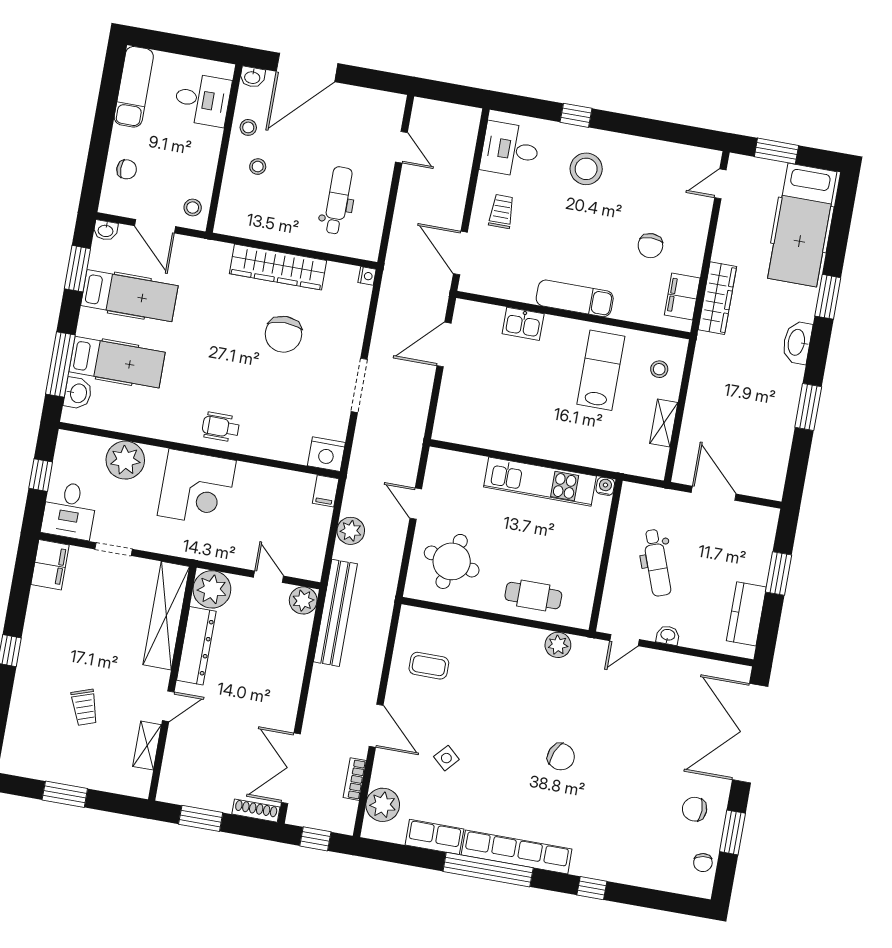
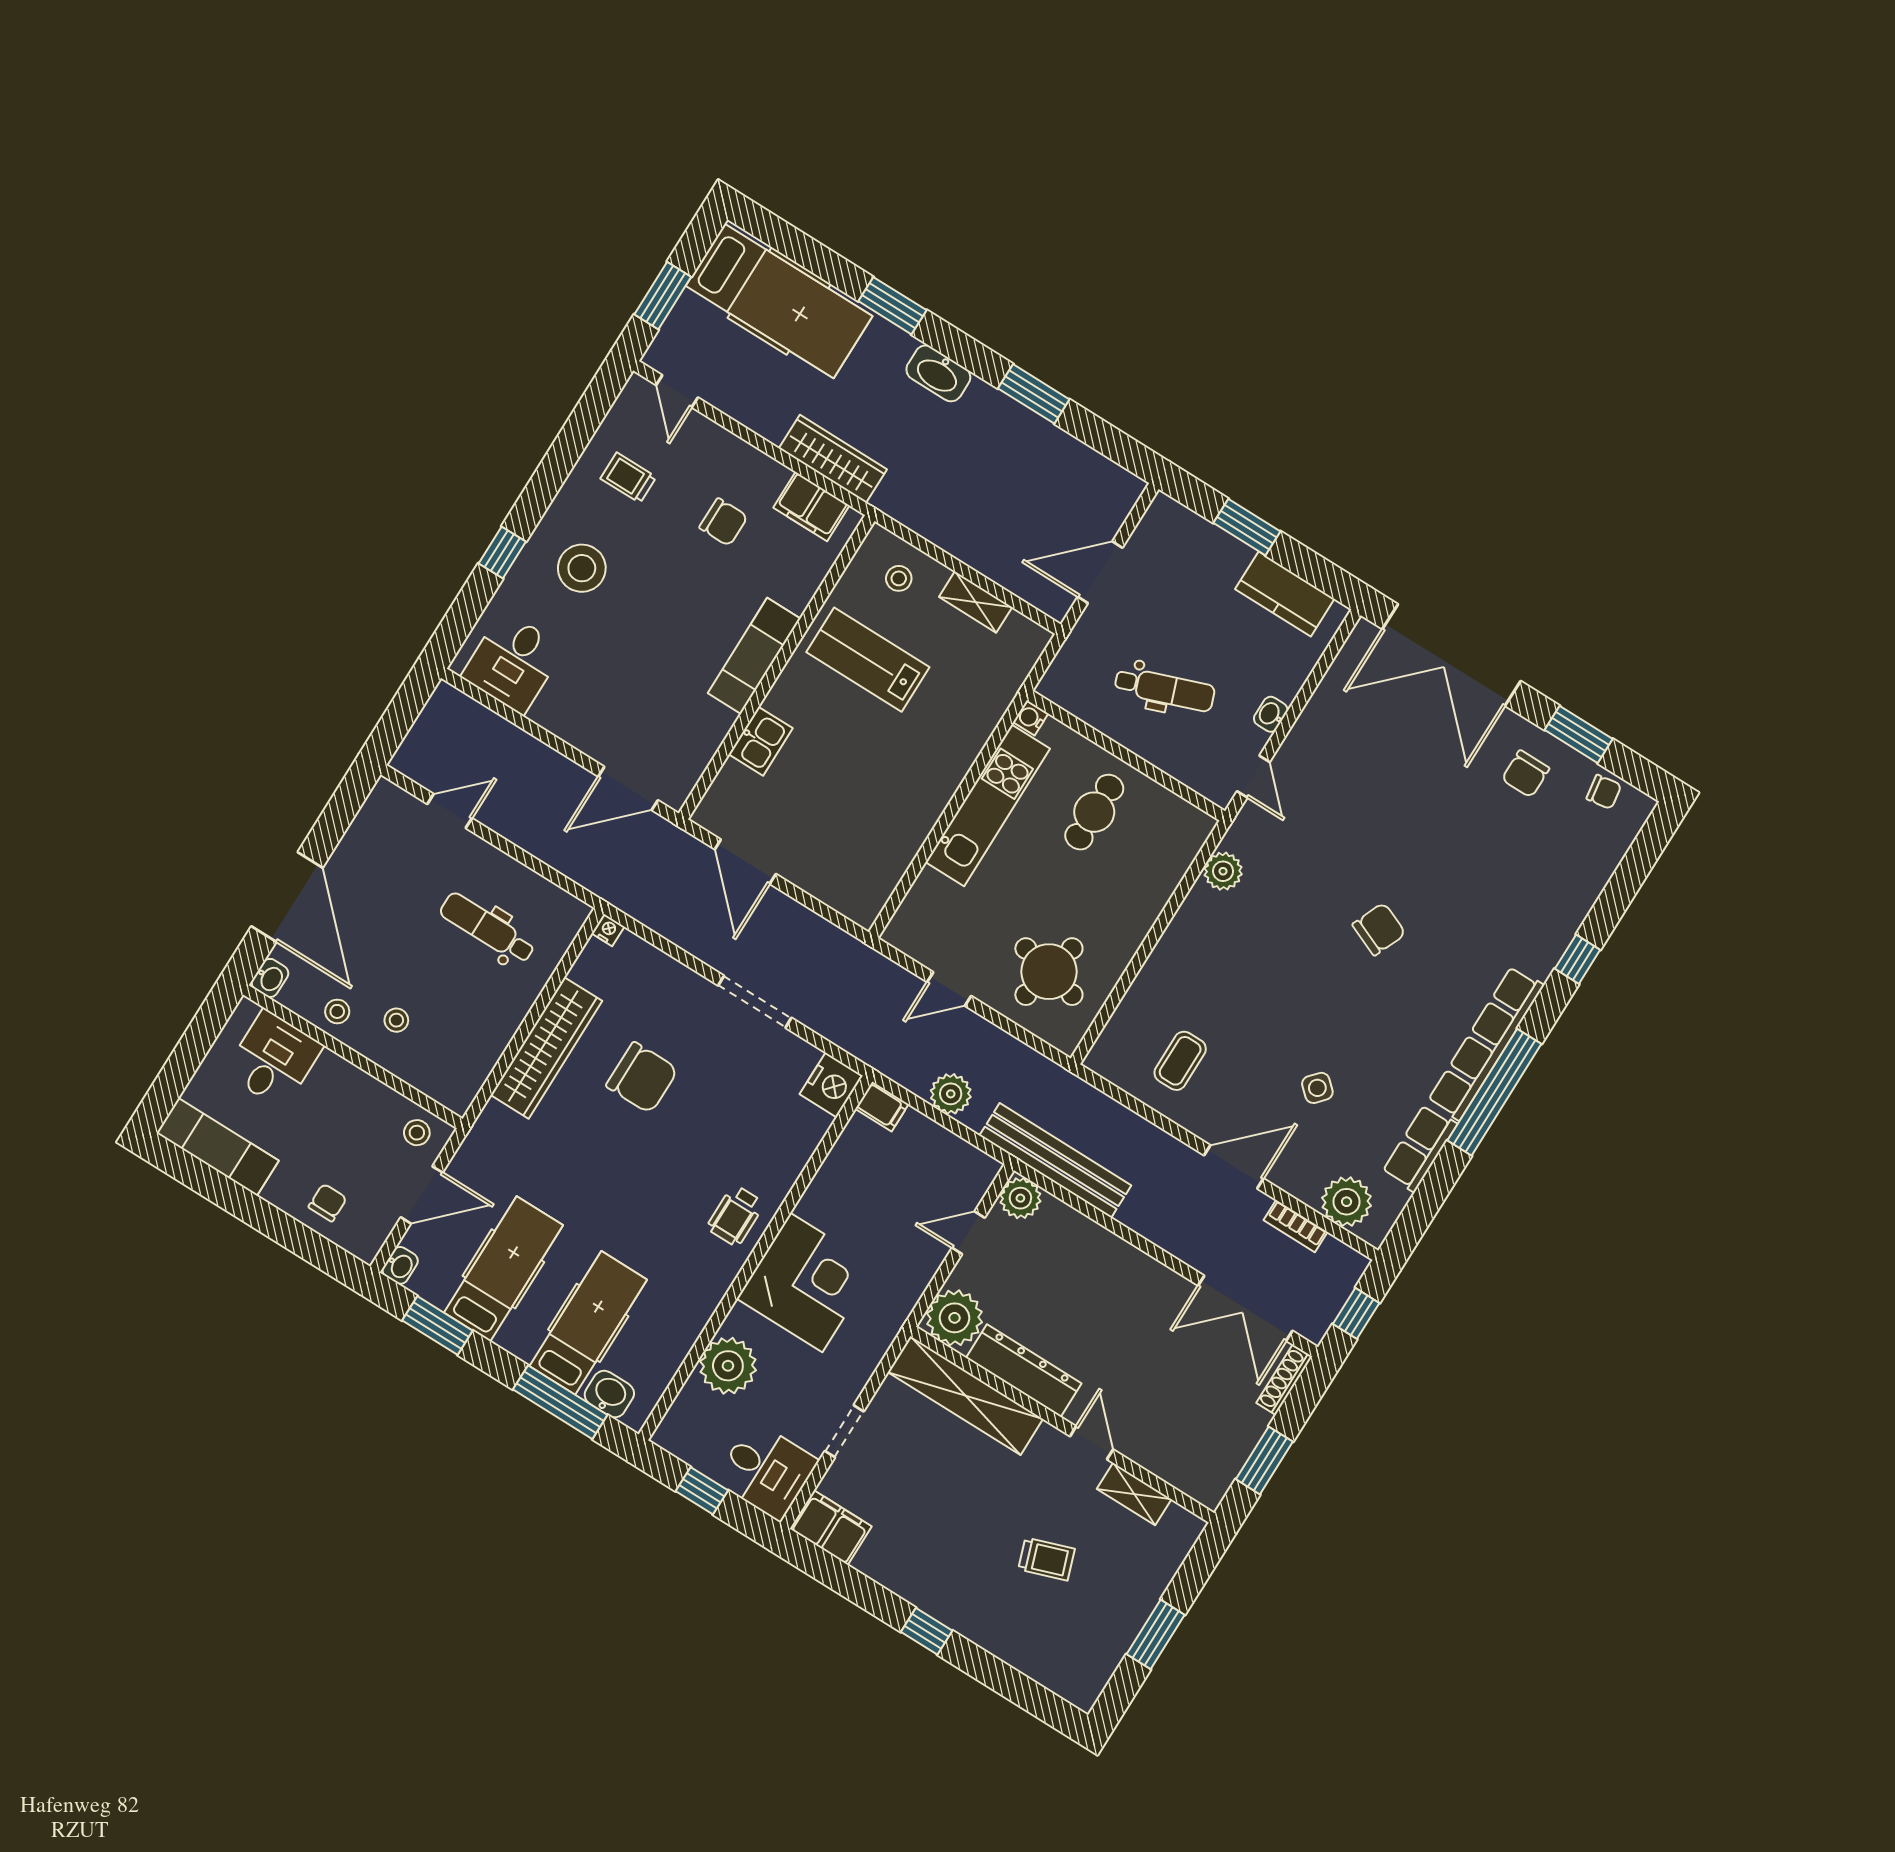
trolley: (502, 211) -> (628, 478), moved
cafe table: (533, 596) -> (1094, 812), moved

